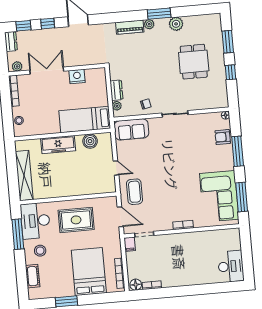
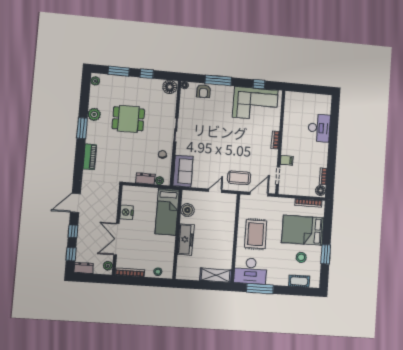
plant: (149, 24) -> (95, 81), moved
dining table: (194, 62) -> (128, 119), moved
floor lamp: (221, 99) -> (170, 87), added
shelving: (24, 175) -> (216, 275), width x0.68
window: (242, 197) -> (259, 84), width x0.46
filing cabinet: (130, 244) -> (287, 160), moved
stool: (40, 251) -> (301, 257), moved
desk: (231, 266) -> (319, 128), moved, turned 90

